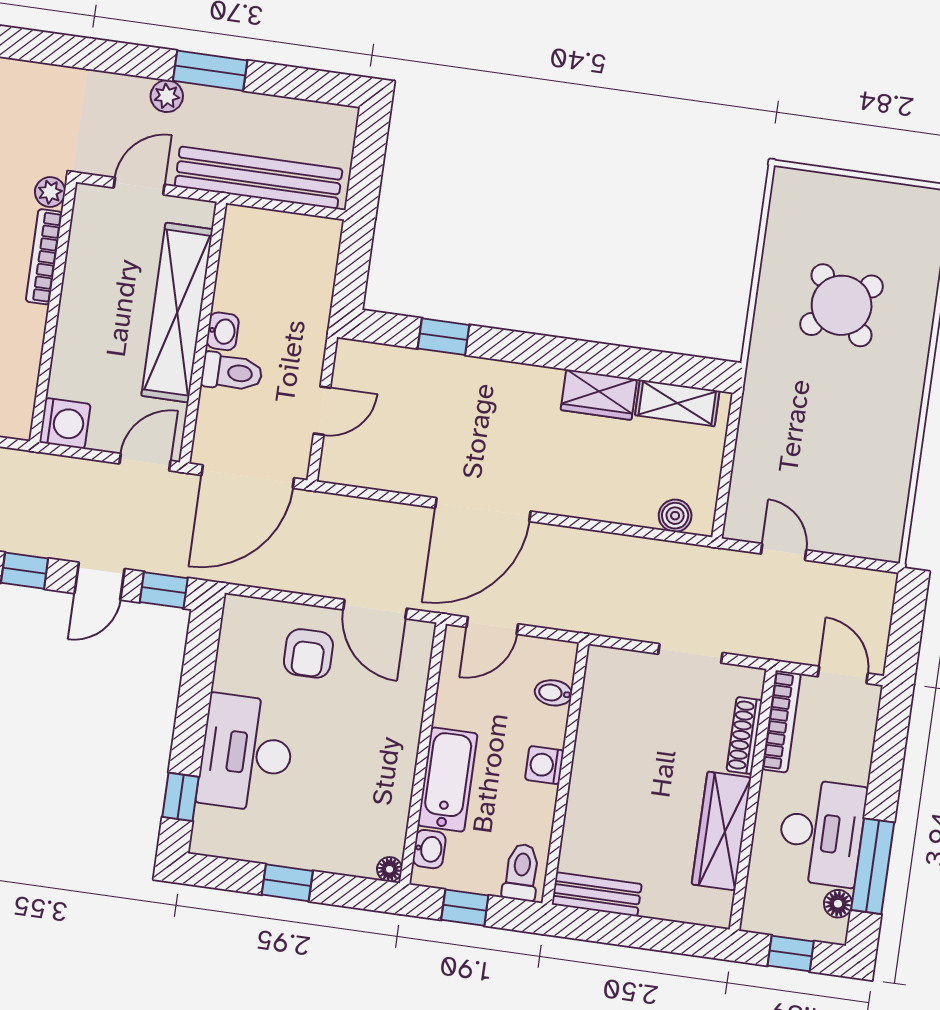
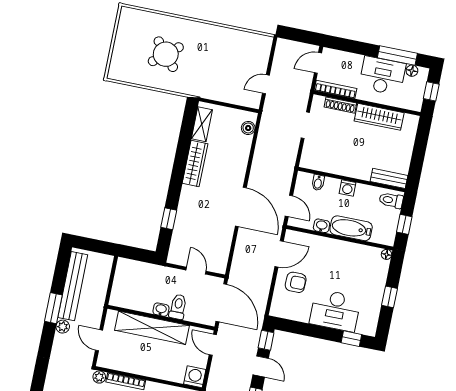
bench: (259, 178) -> (73, 286), moved
wardrobe: (599, 395) -> (195, 164), width x1.50
washbasin: (429, 849) -> (322, 226), moved
bench: (597, 894) -> (389, 178), moved, turned 90

